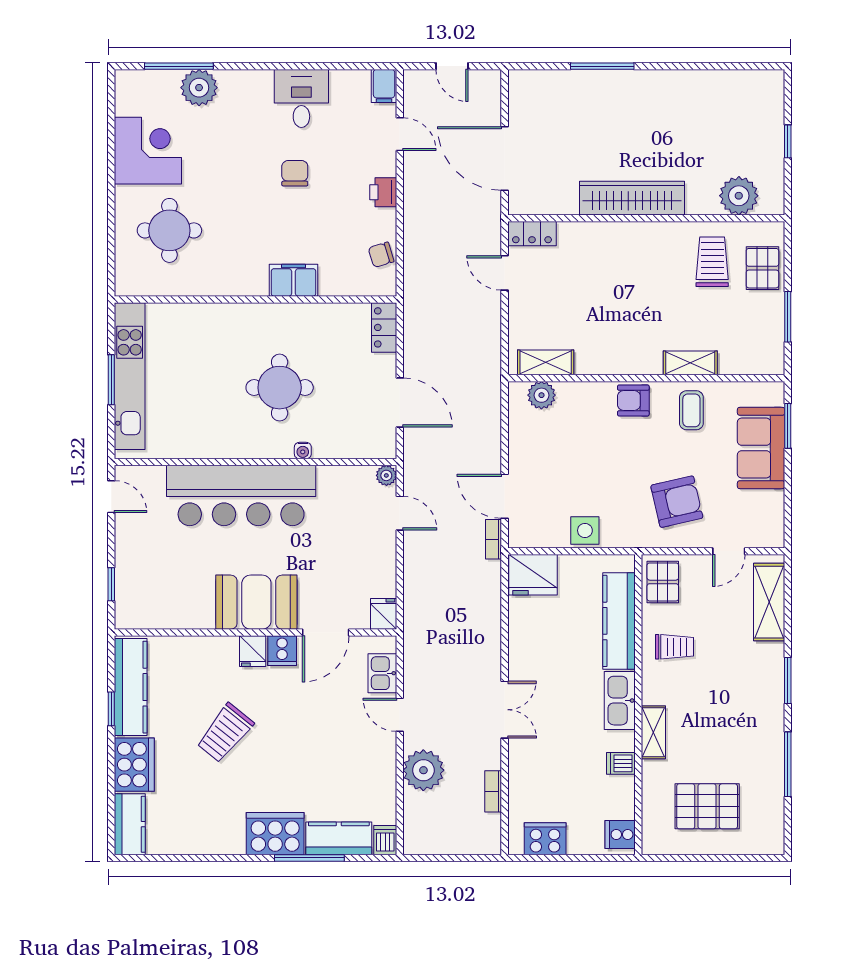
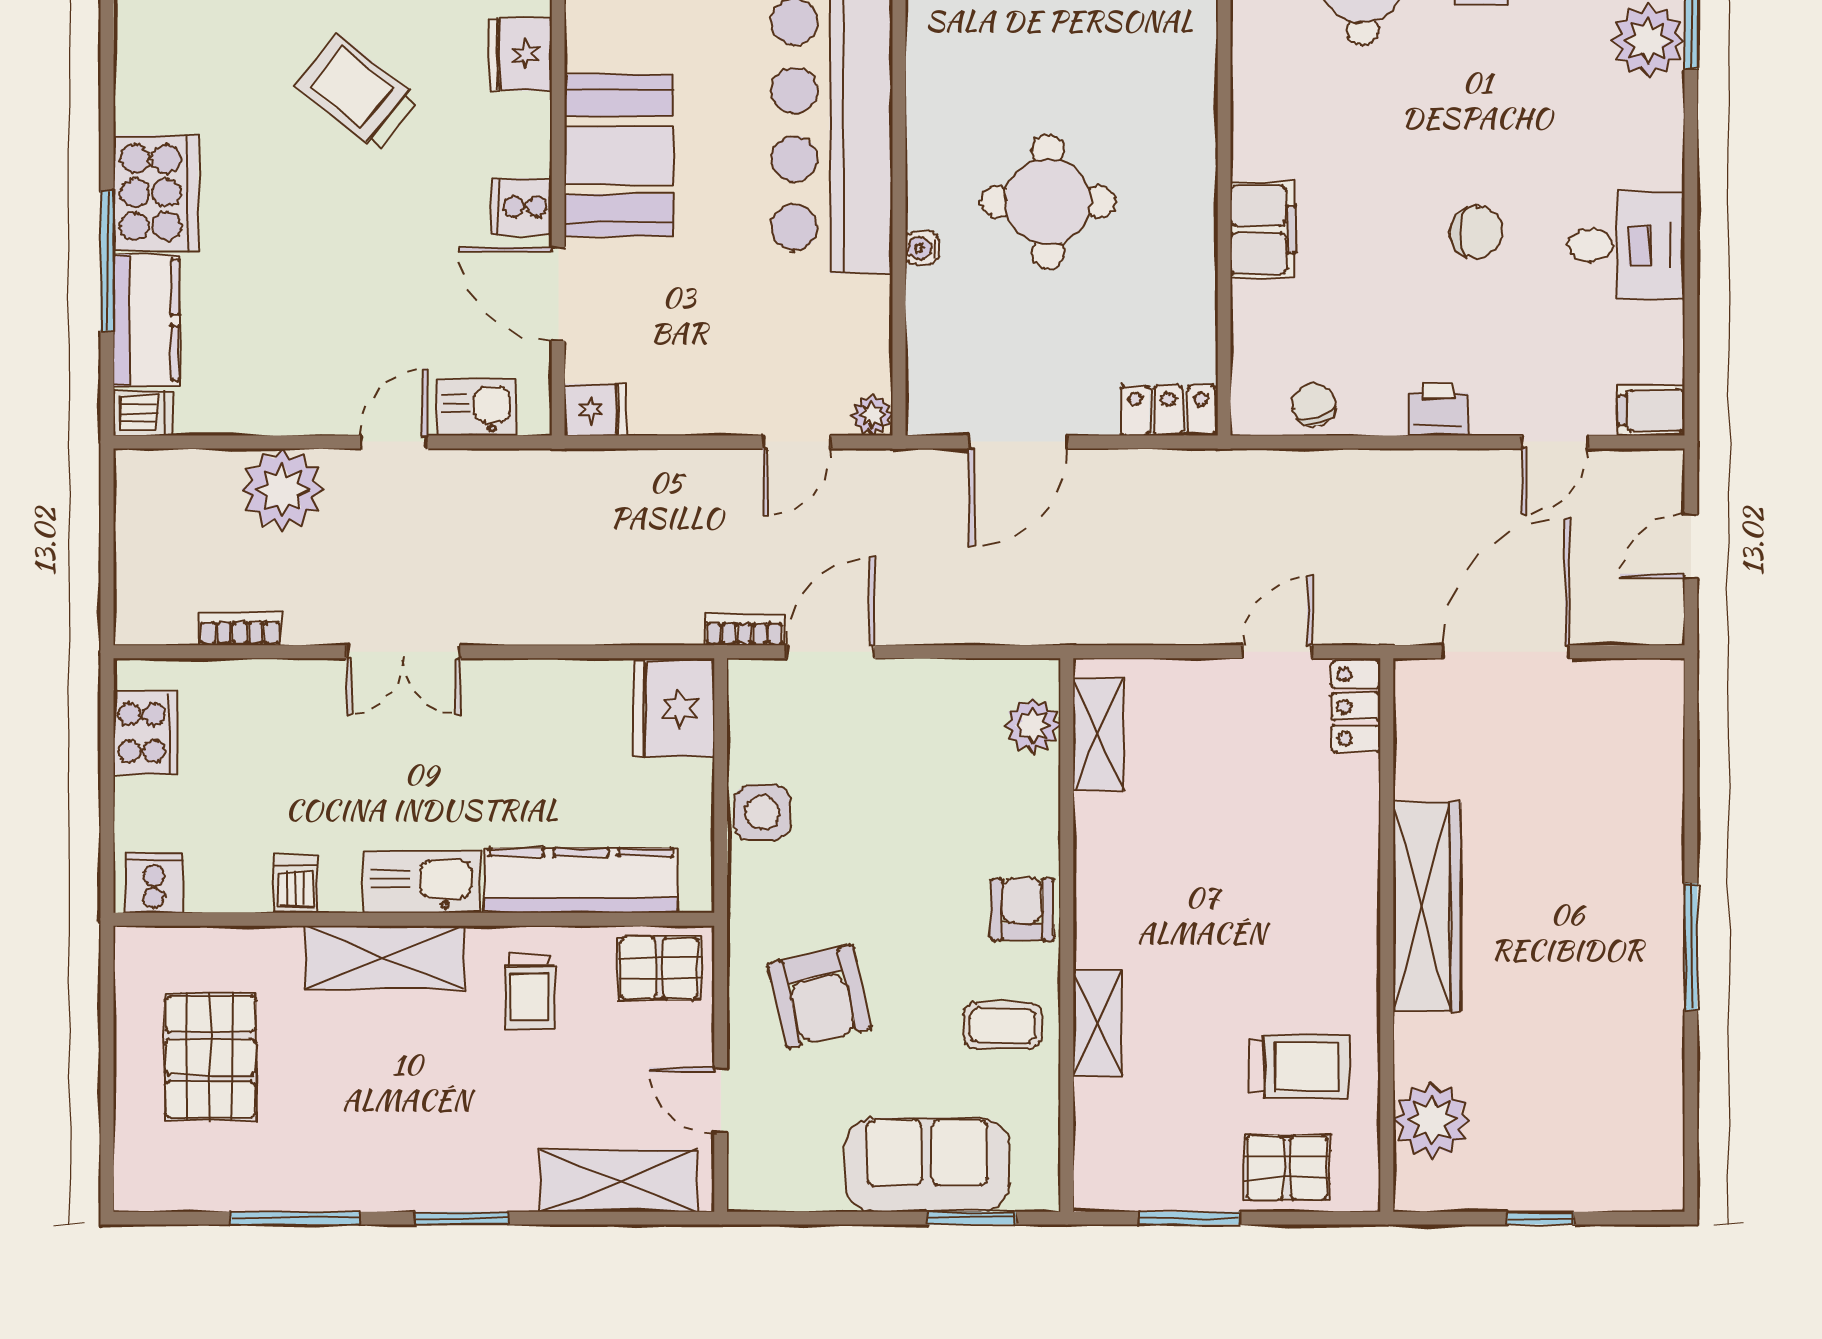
window: (602, 66) -> (1691, 947), moved
fridge: (253, 651) -> (521, 54), moved, width x1.38
shelving: (653, 732) -> (385, 957), width x1.50, depth x1.33

